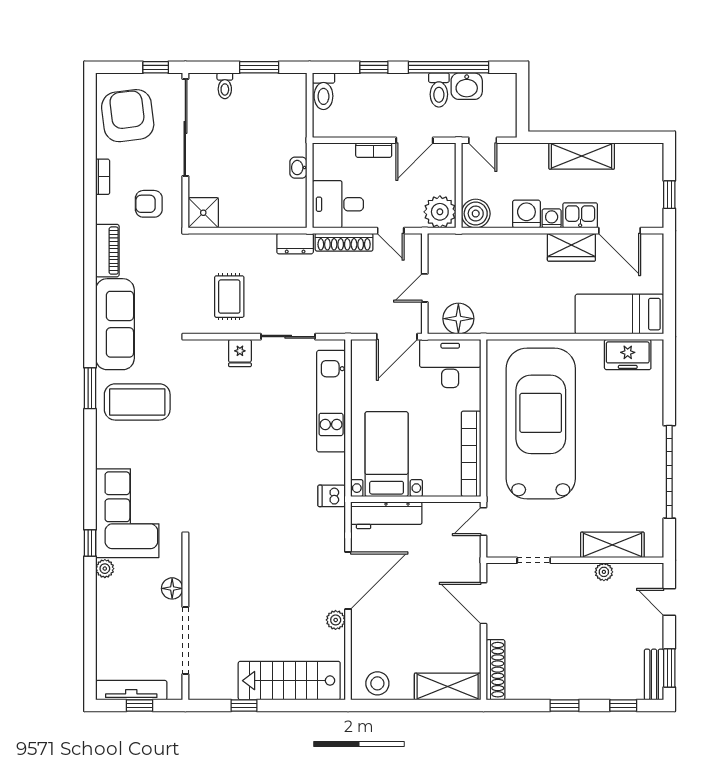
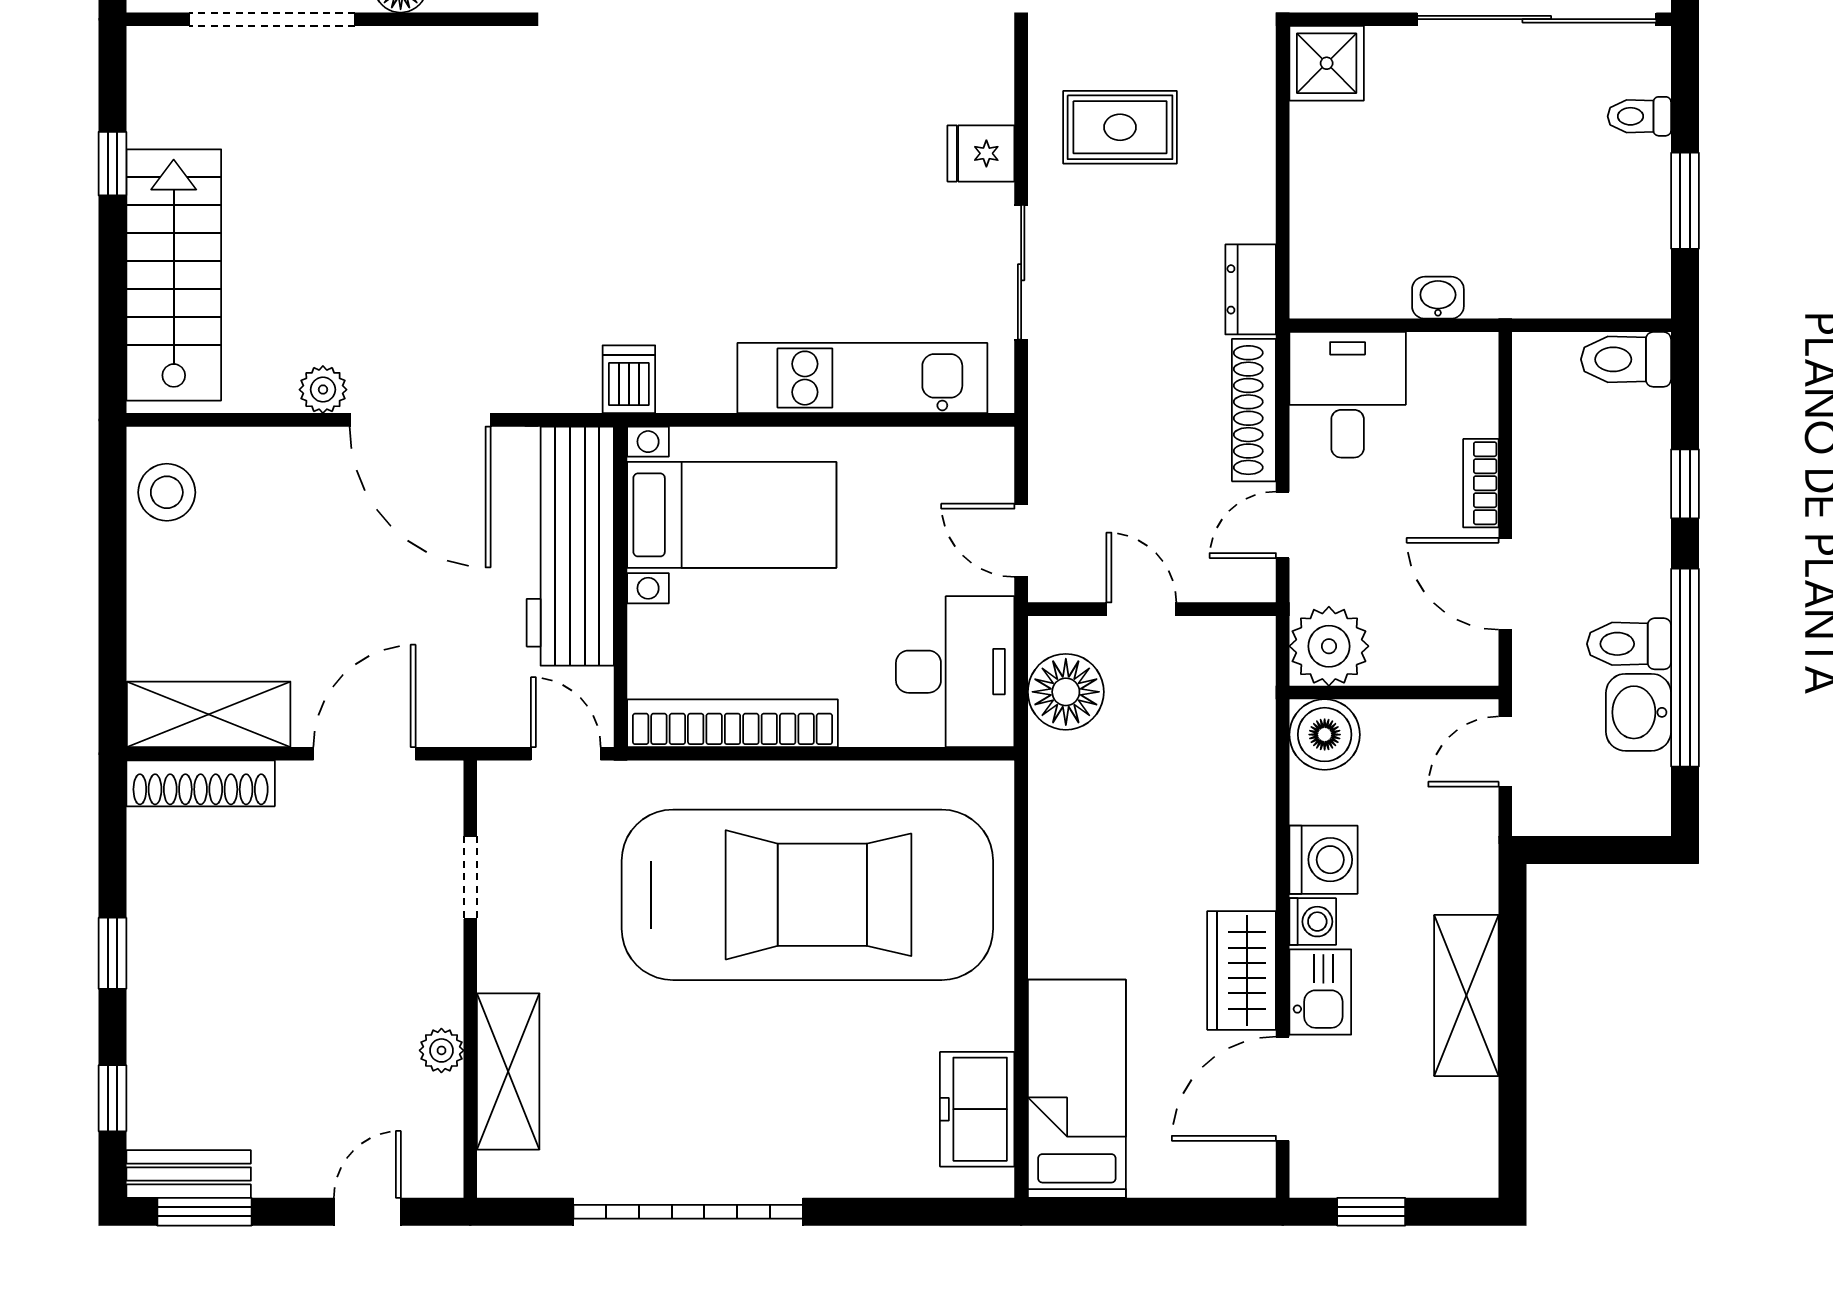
door: (397, 337) -> (1021, 540), width x0.73
workbench: (386, 515) -> (570, 546), width x1.36, depth x1.32
shelving: (448, 686) -> (209, 714), moved, turned 90

